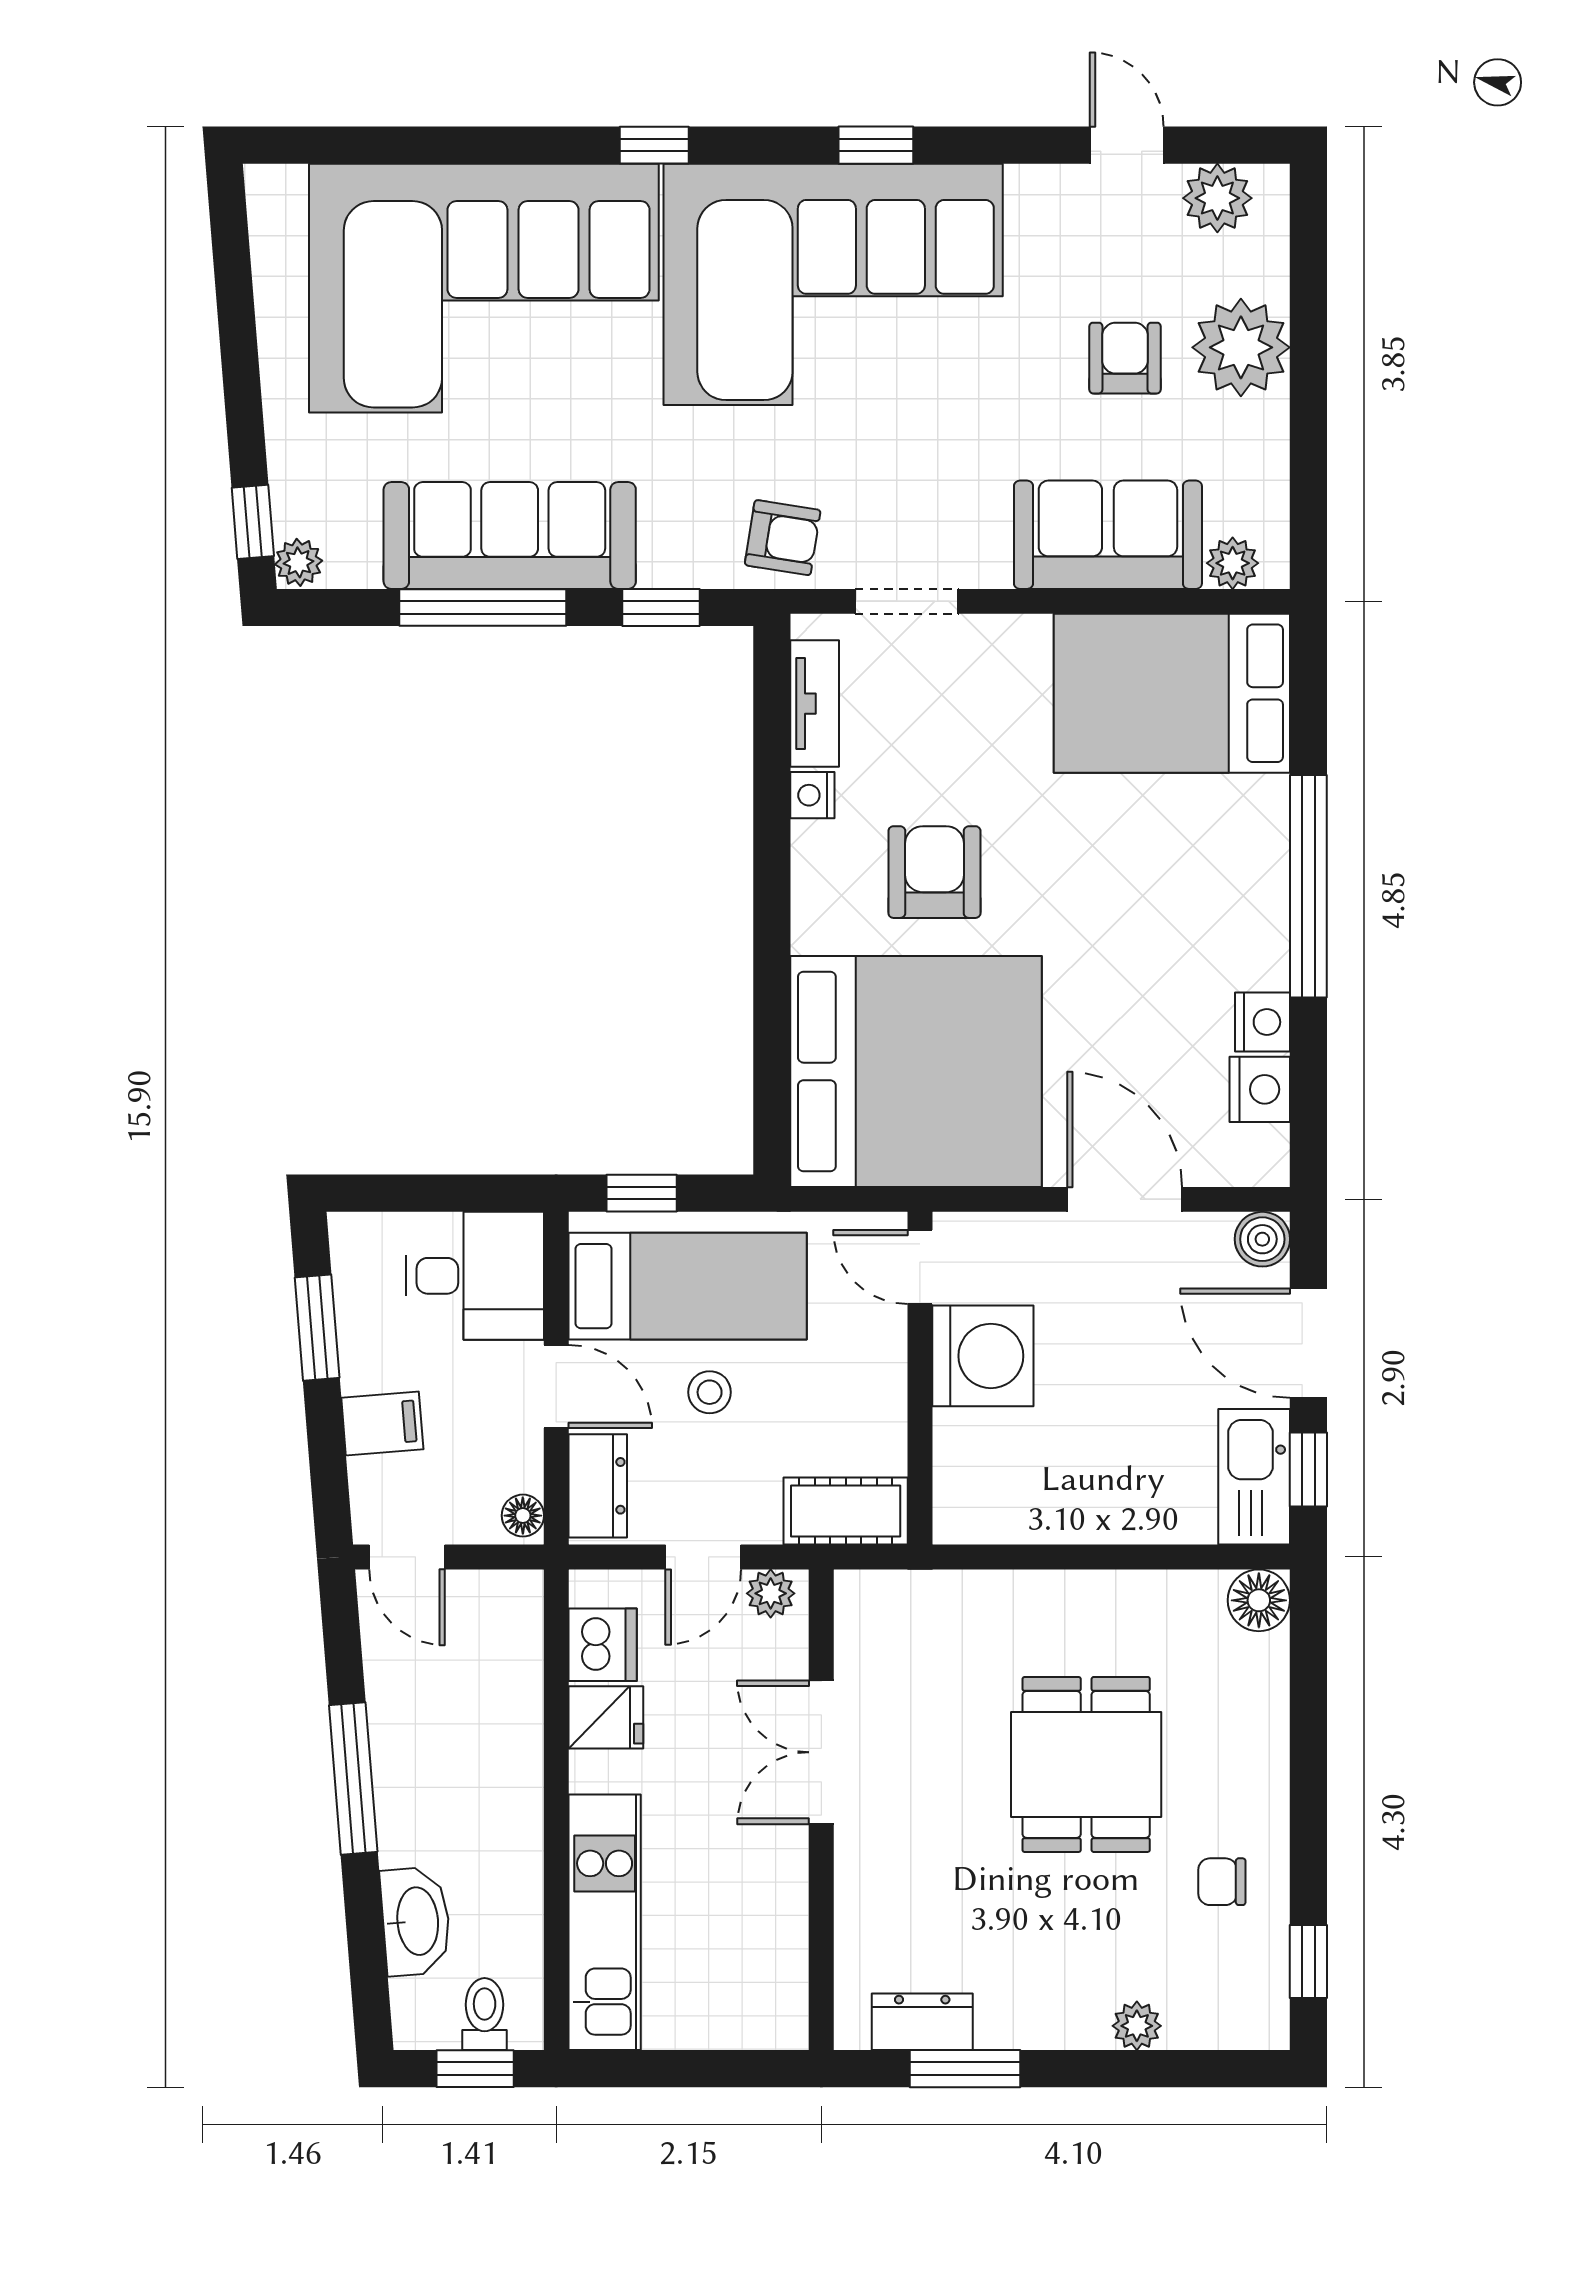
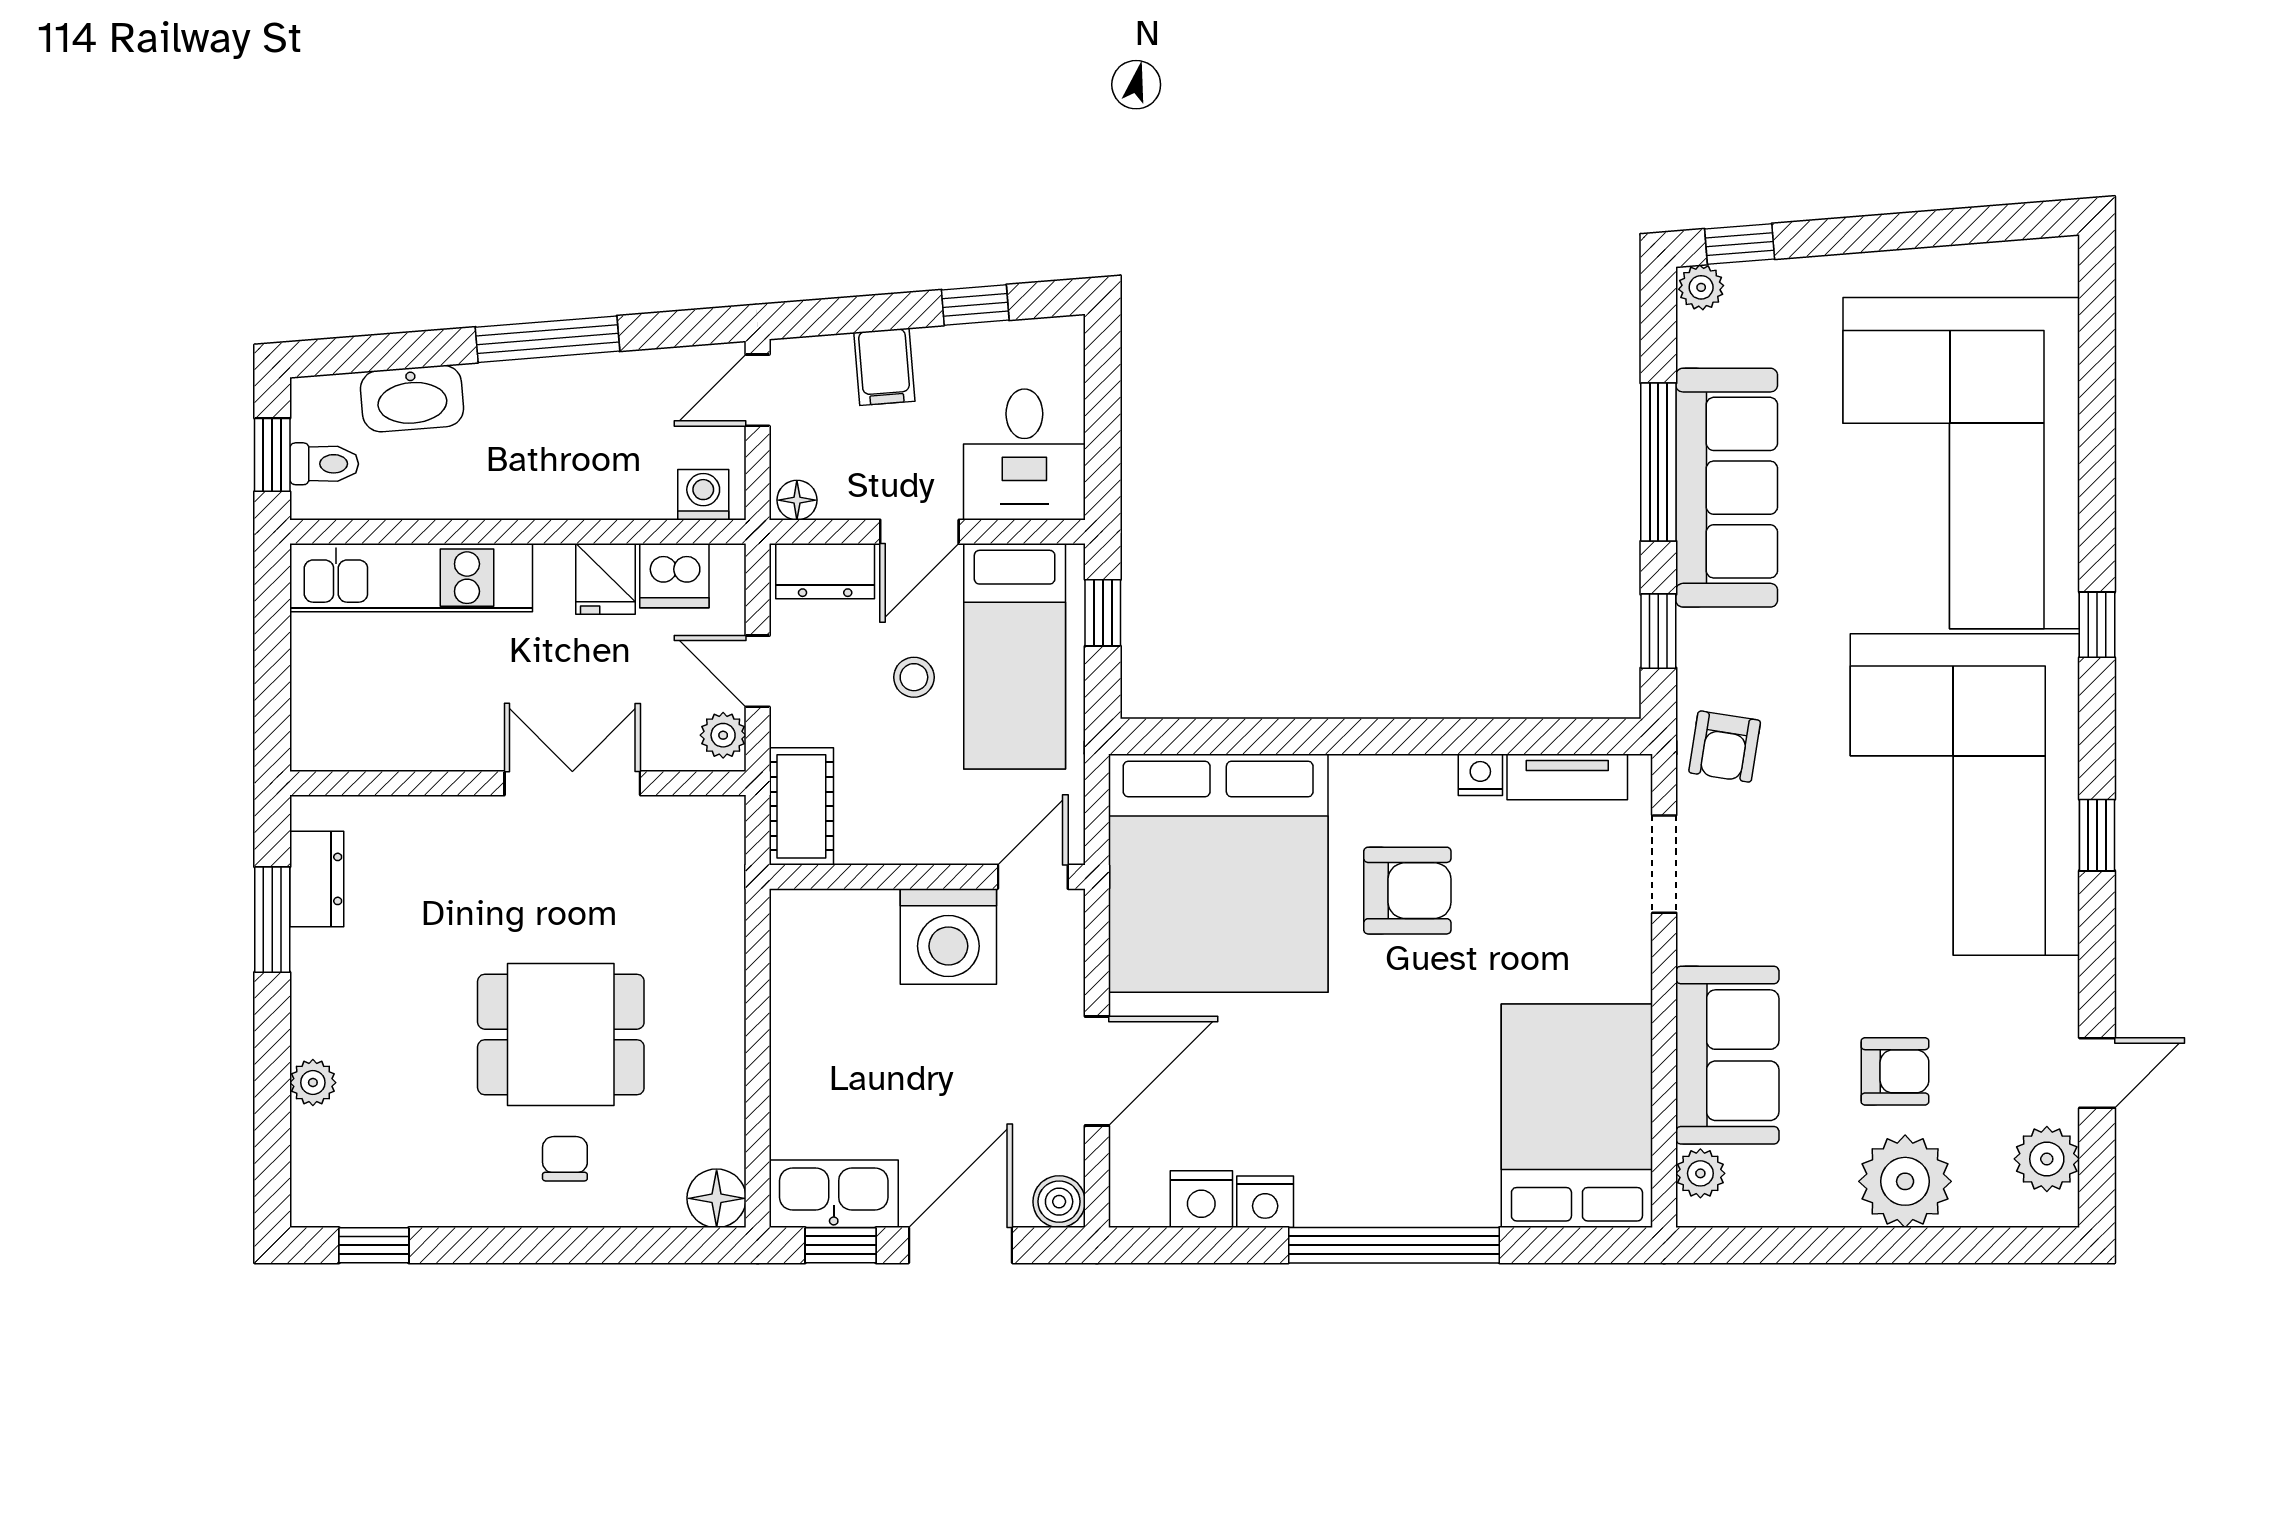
window: (317, 1328) -> (975, 305), width x0.67
washing machine: (517, 1614) -> (703, 495), added
chair: (1222, 1882) -> (565, 1159), moved

